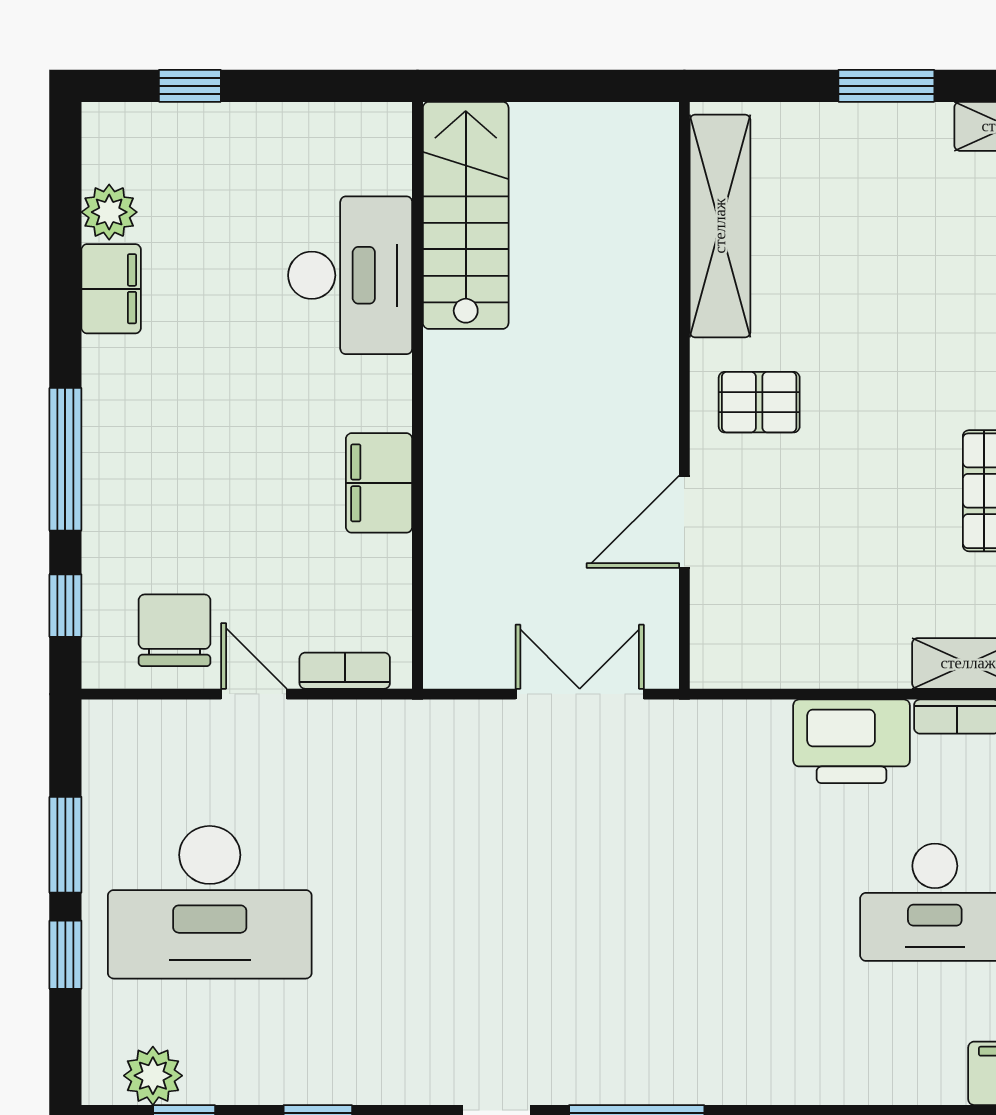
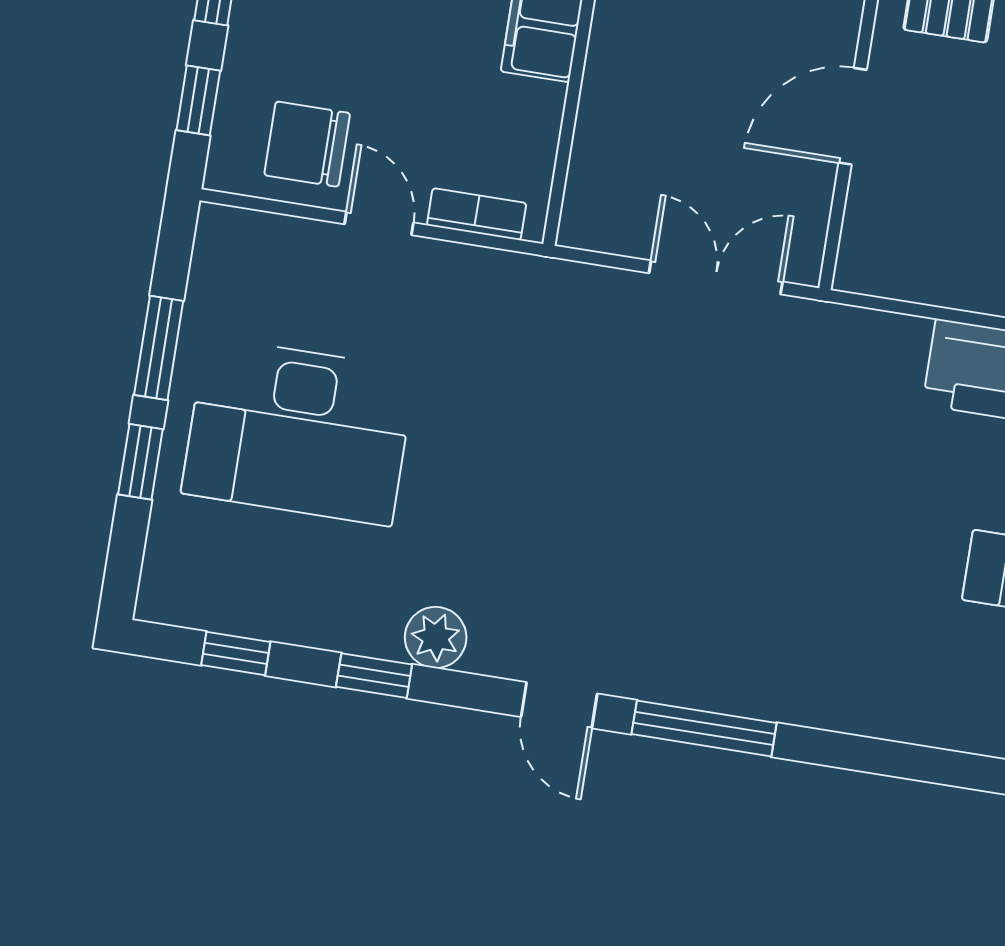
chair: (175, 630) -> (307, 144), turned -90
plant: (153, 1076) -> (436, 637), moved

